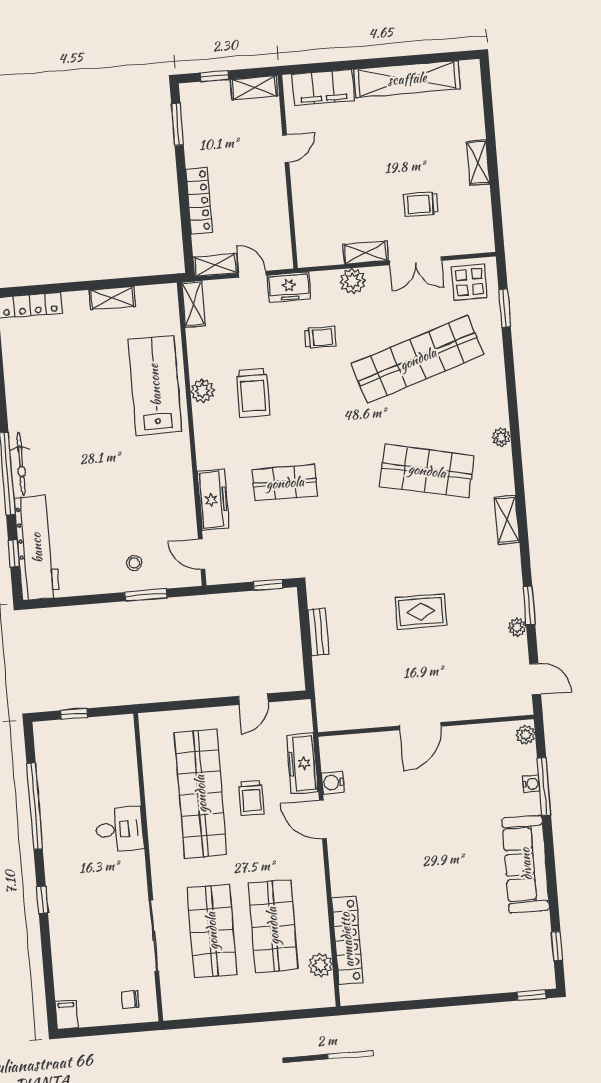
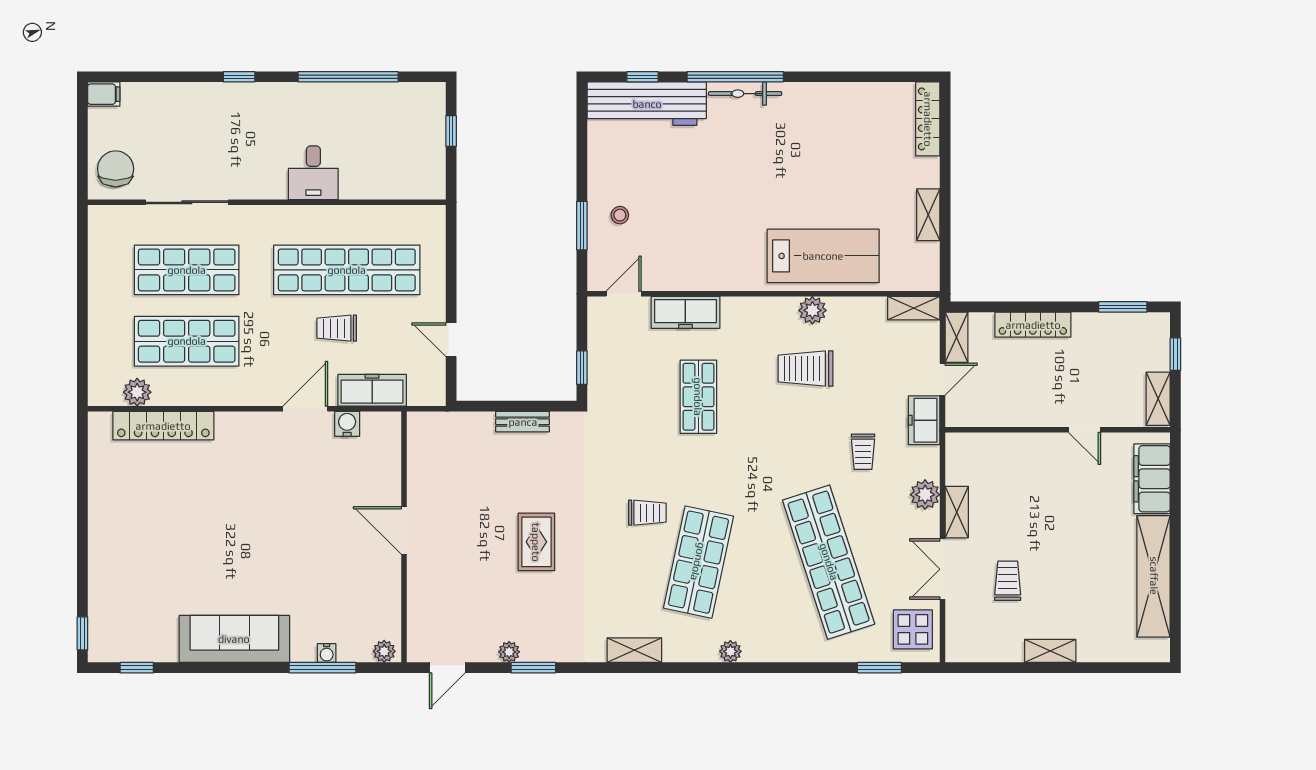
trolley: (388, 518) -> (647, 513), added
chair: (130, 999) -> (116, 169), width x1.87, depth x1.87

